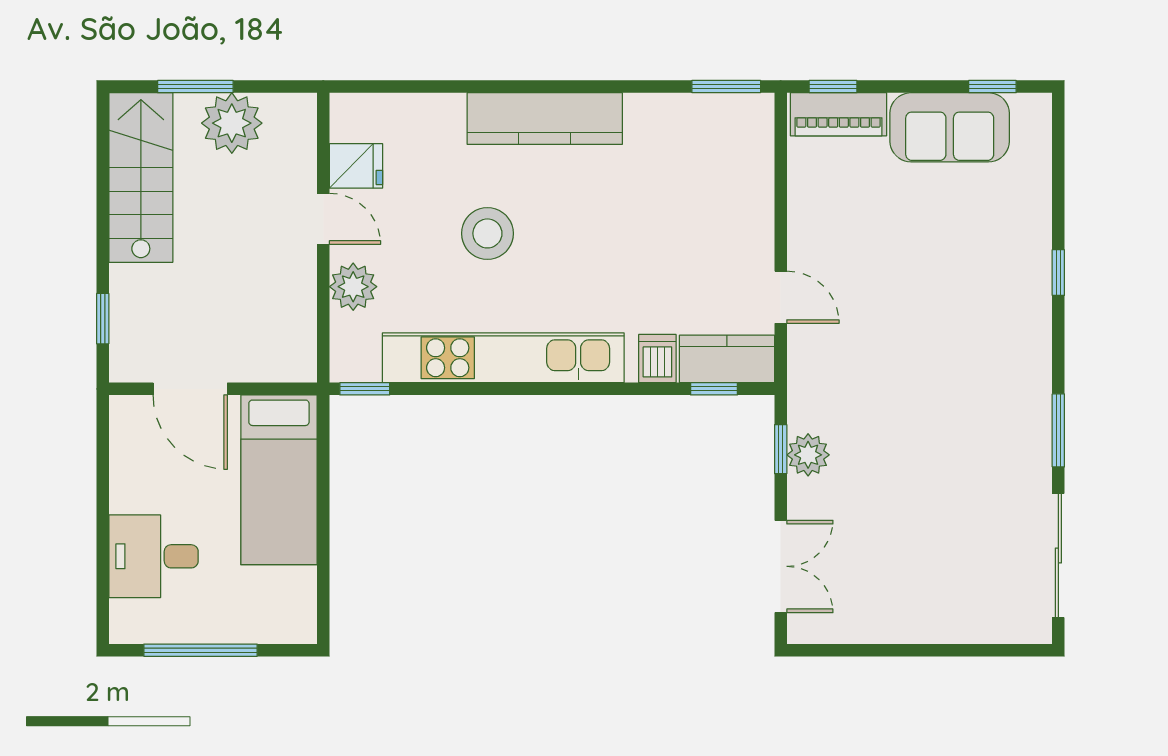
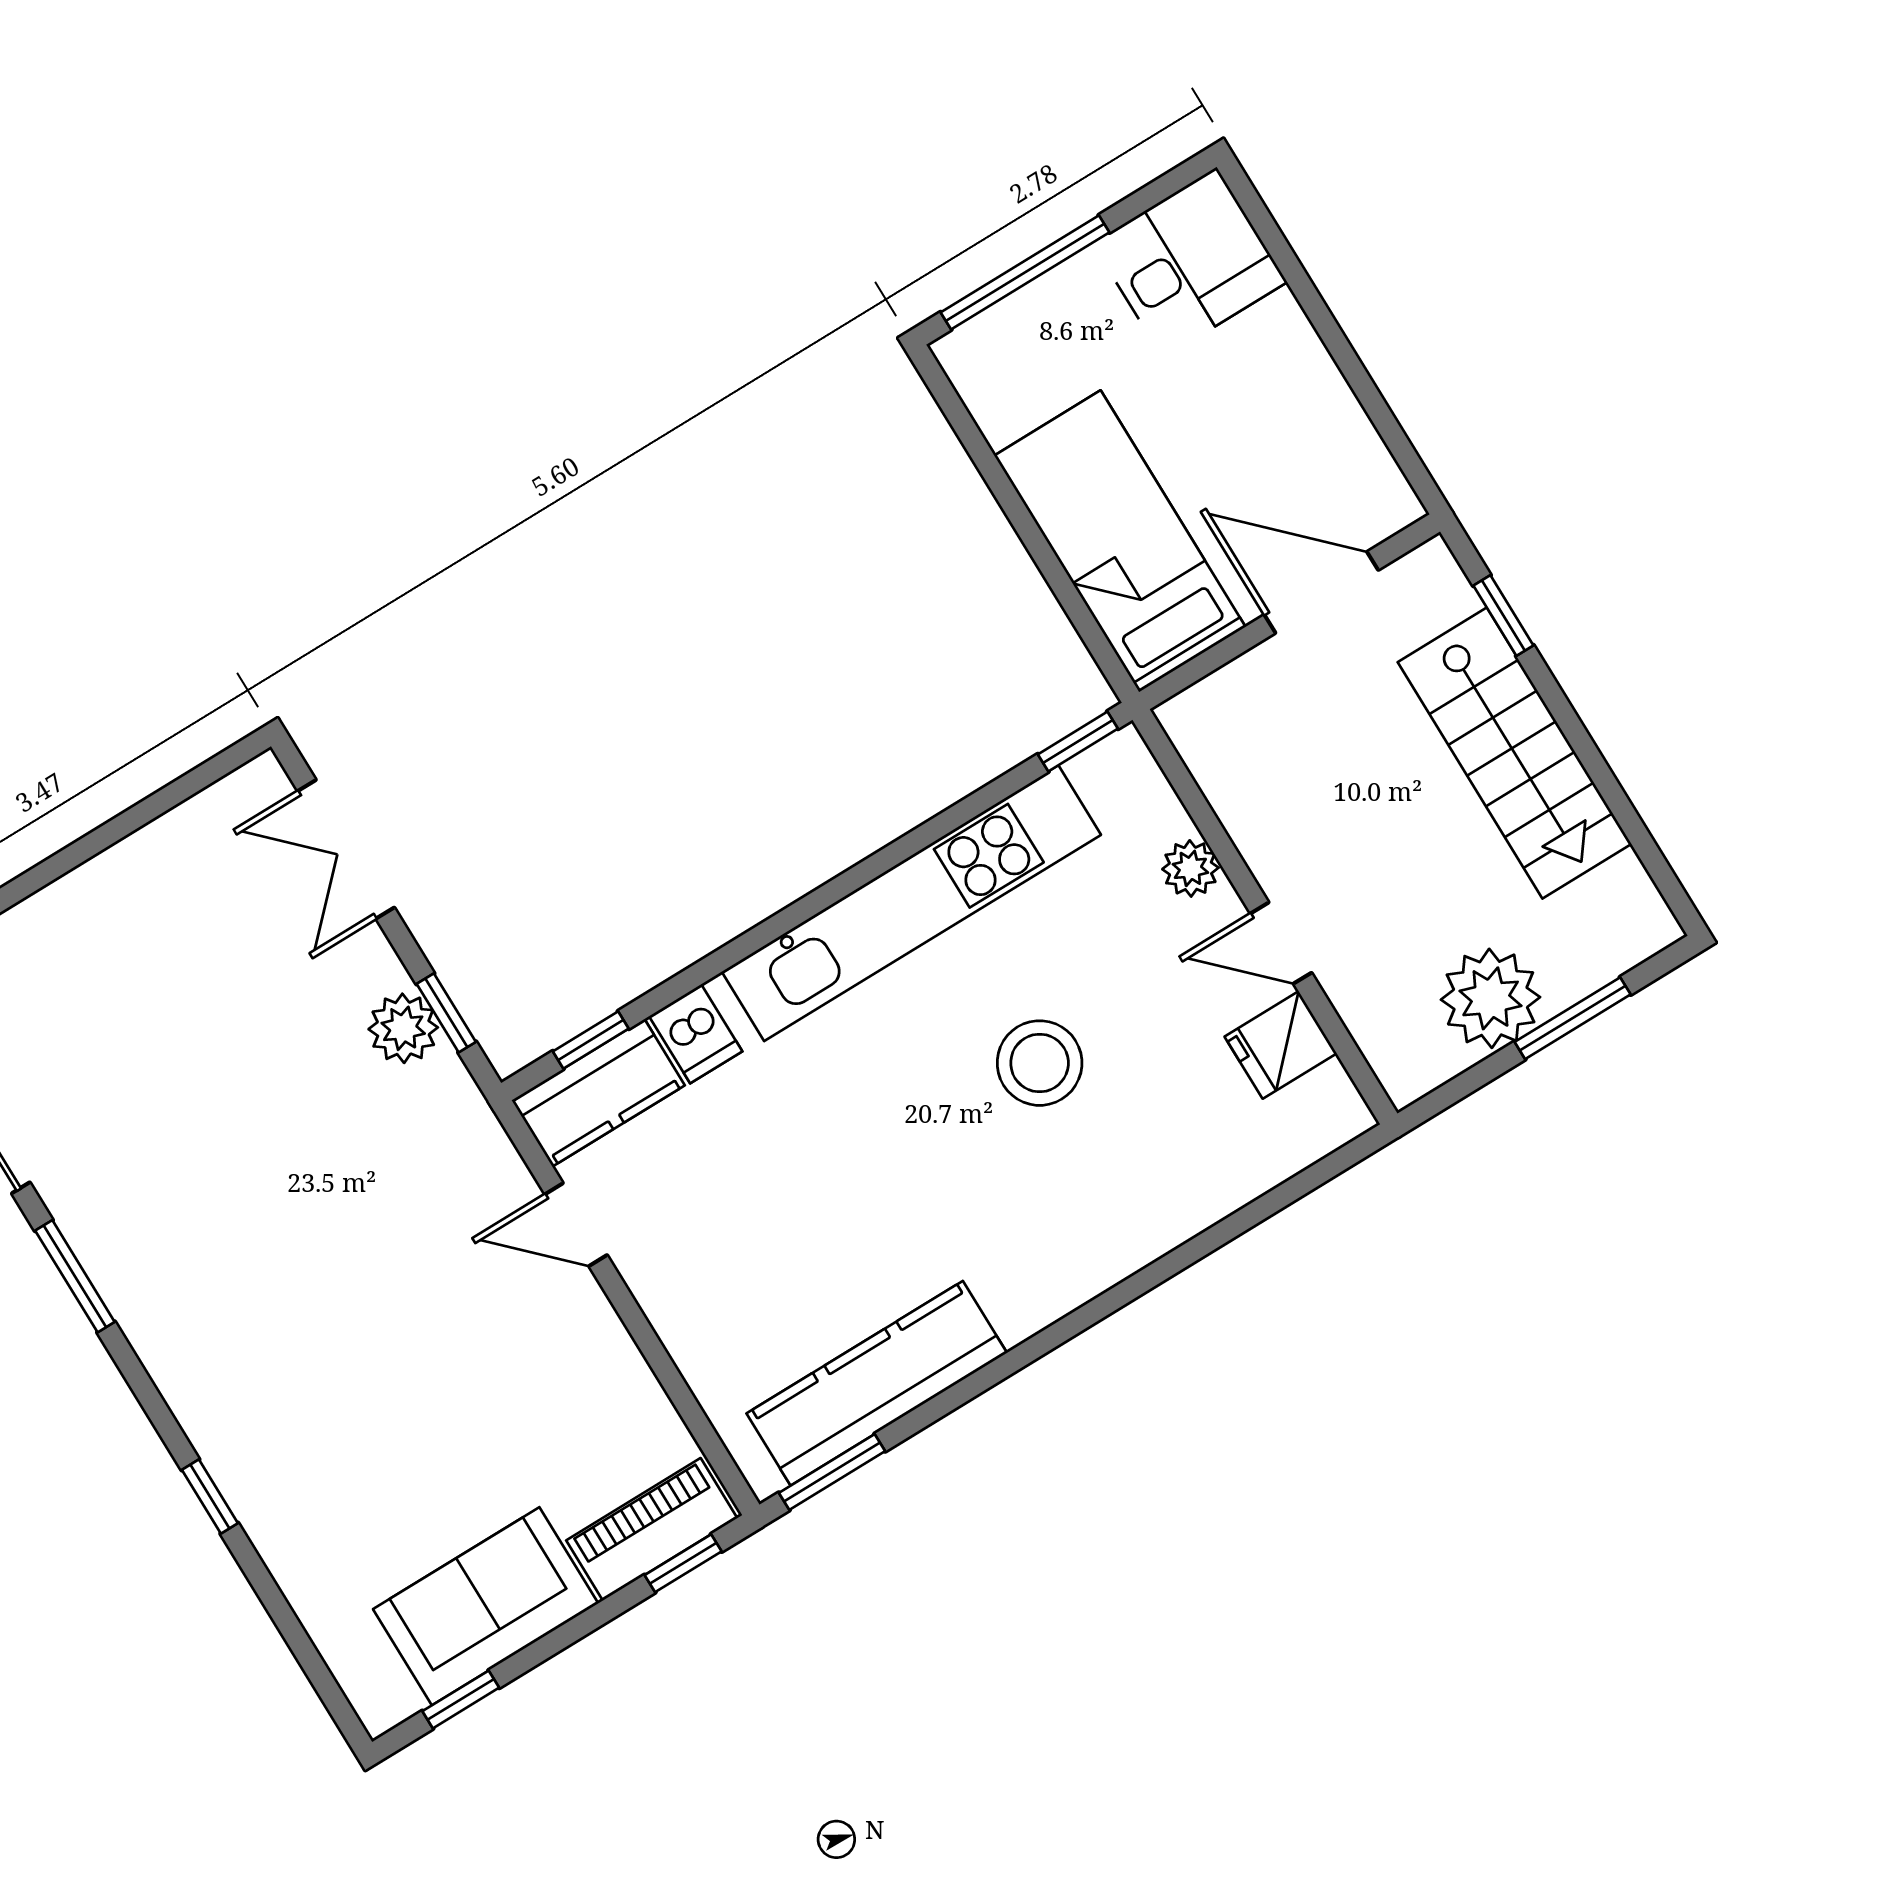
kitchen counter: (545, 119) -> (877, 1383), moved
stairs: (141, 178) -> (1515, 753), moved
plant: (353, 287) -> (1190, 868), width x0.73, depth x0.73
desk: (153, 556) -> (1190, 263), moved
window: (200, 650) -> (1025, 272), moved

